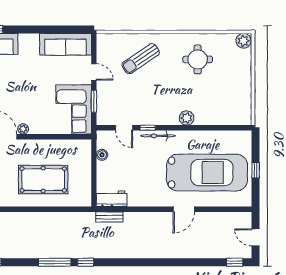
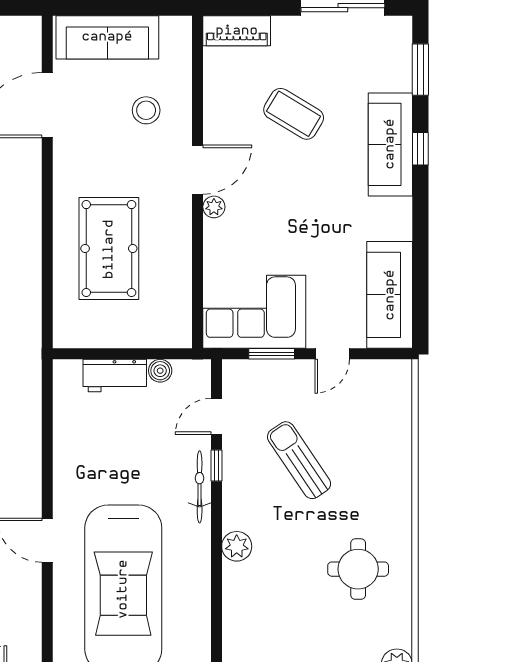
sun lounger: (141, 59) -> (299, 460), moved
workbench: (112, 199) -> (115, 376), moved, turned 90
bench: (109, 217) -> (31, 386), removed

